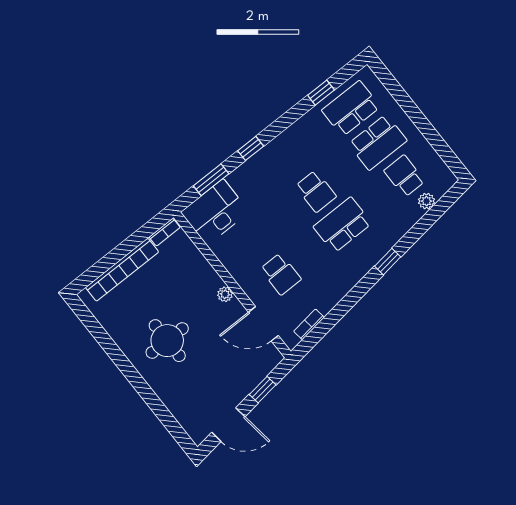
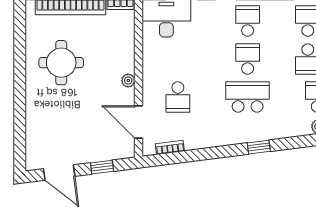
school desk: (289, 158) -> (248, 21), added
school desk: (316, 191) -> (248, 59), turned 180
round table: (167, 341) -> (61, 63), moved

